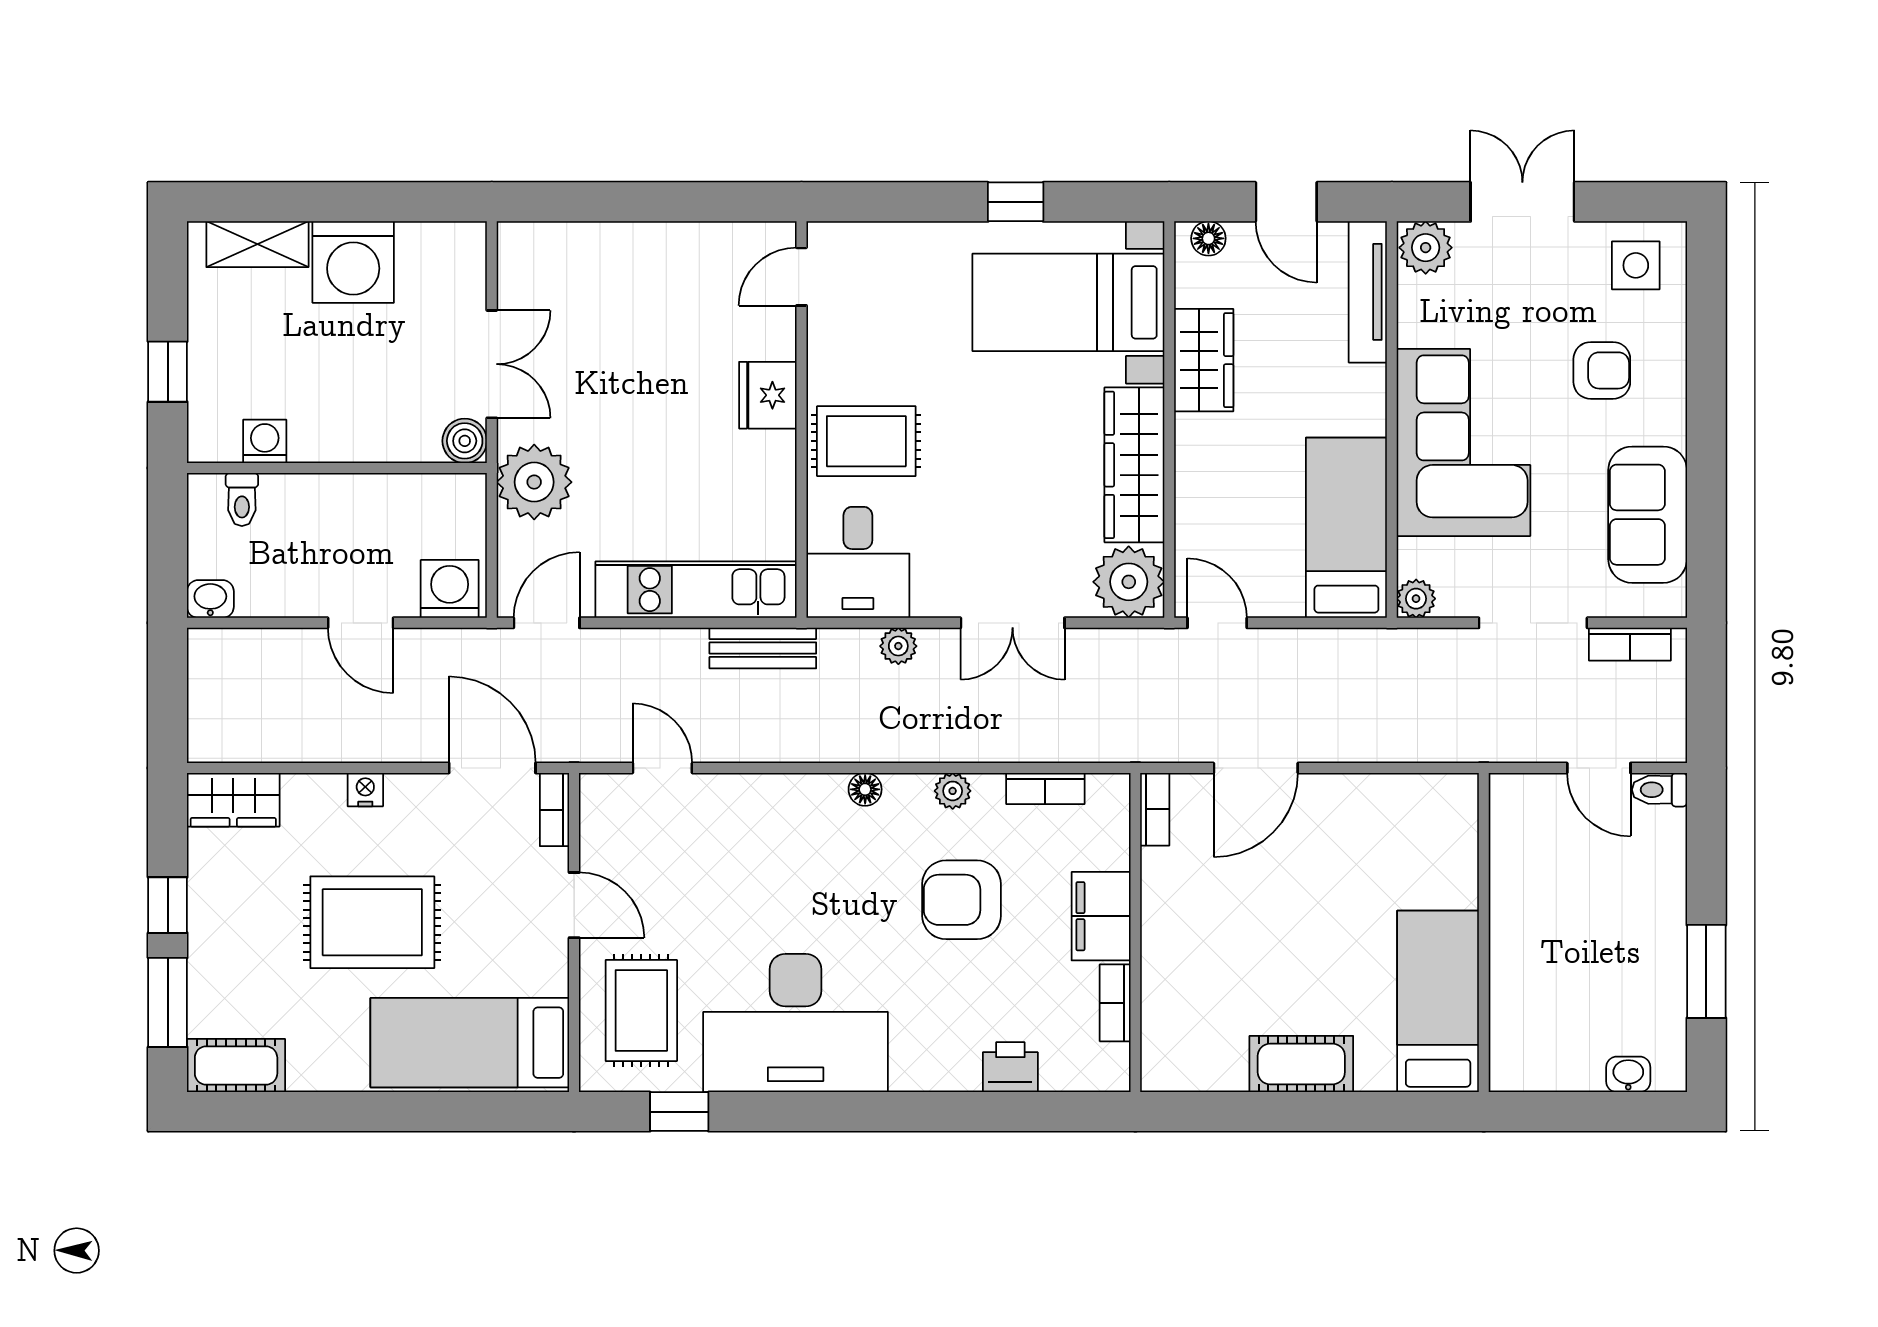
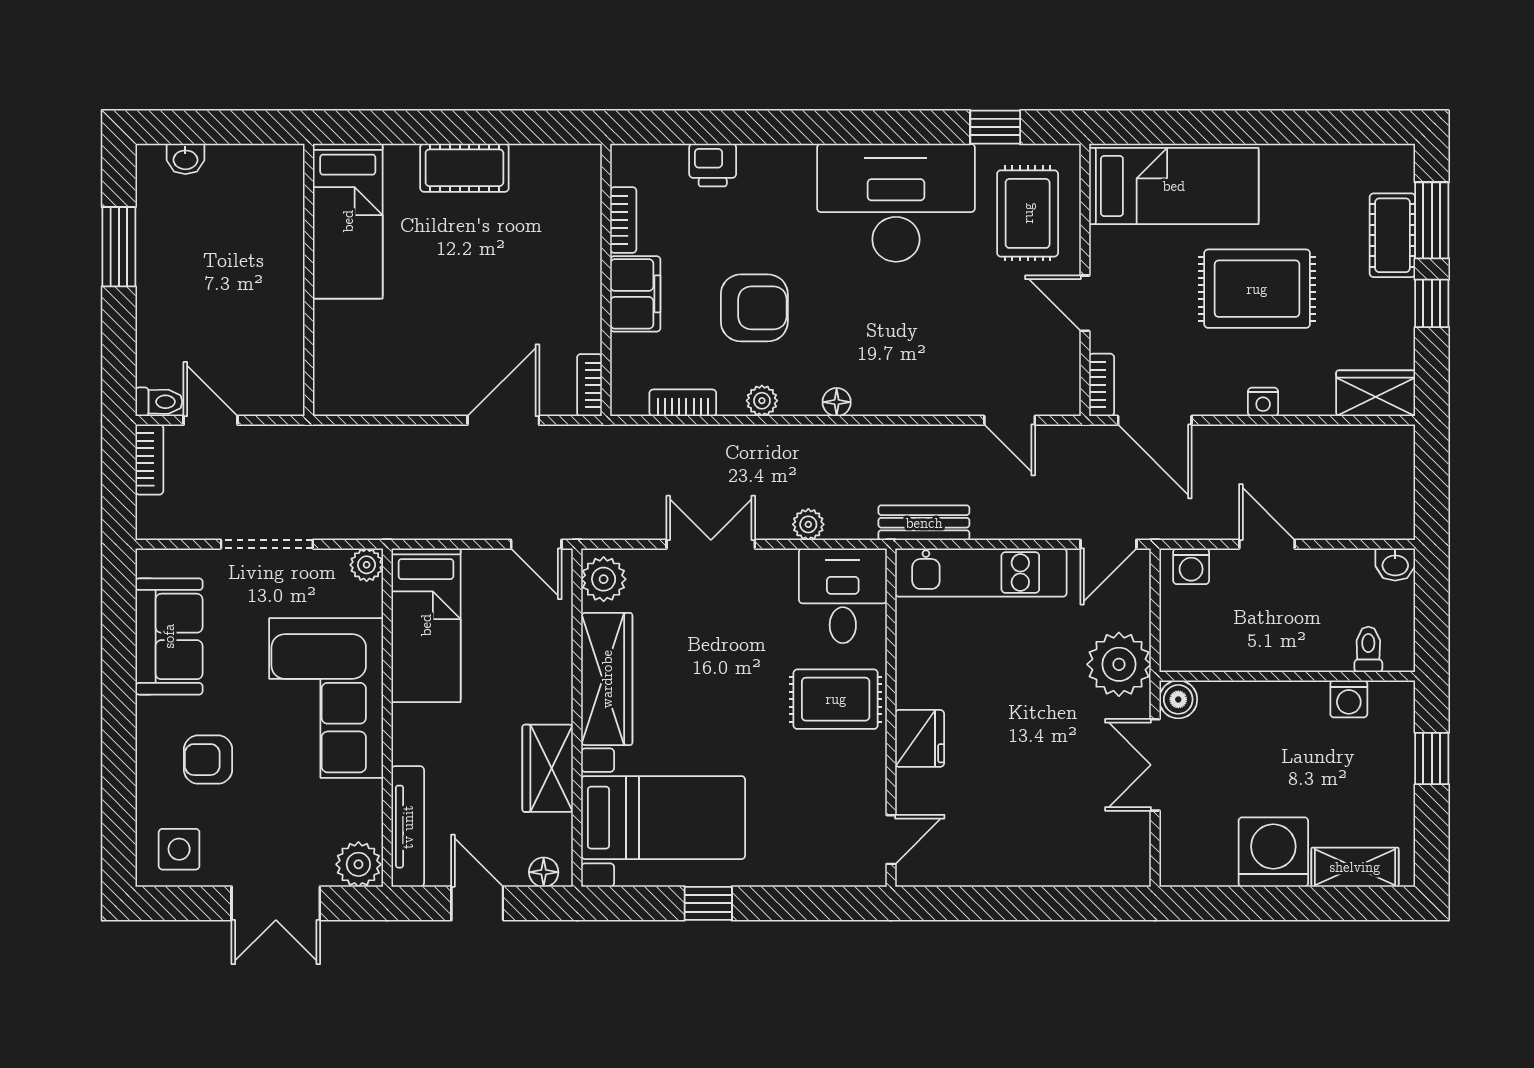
plant: (1129, 582) -> (604, 579), width x0.73, depth x0.73
washing machine: (450, 589) -> (1191, 566), width x0.73, depth x0.73
bookcase: (1630, 644) -> (149, 460), moved, turned 90
cot: (236, 1066) -> (1392, 235), moved, turned 90

